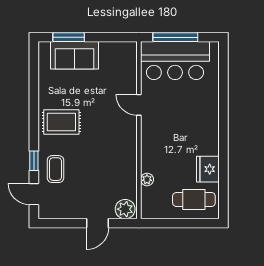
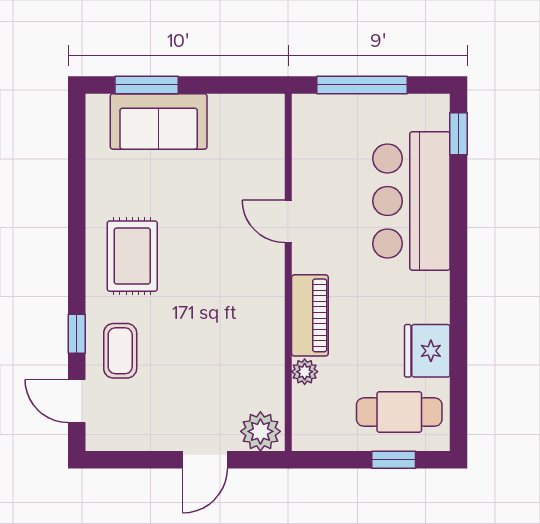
bar counter: (175, 61) -> (411, 201), moved, turned 90
window: (223, 61) -> (459, 134), added
rug: (61, 122) -> (132, 256), turned 90
piano: (150, 152) -> (310, 315), added
window: (191, 223) -> (394, 460), added

